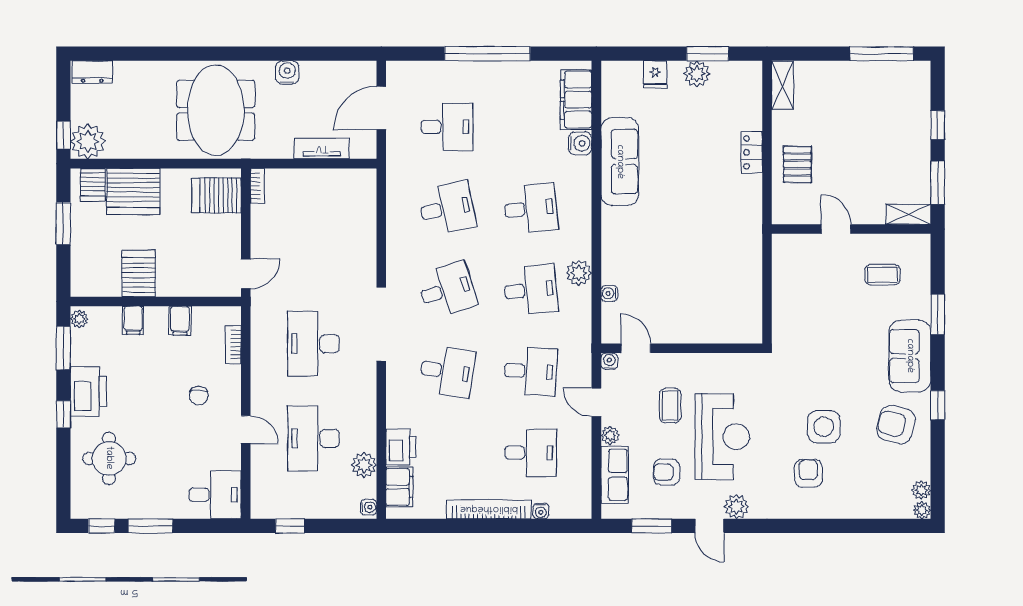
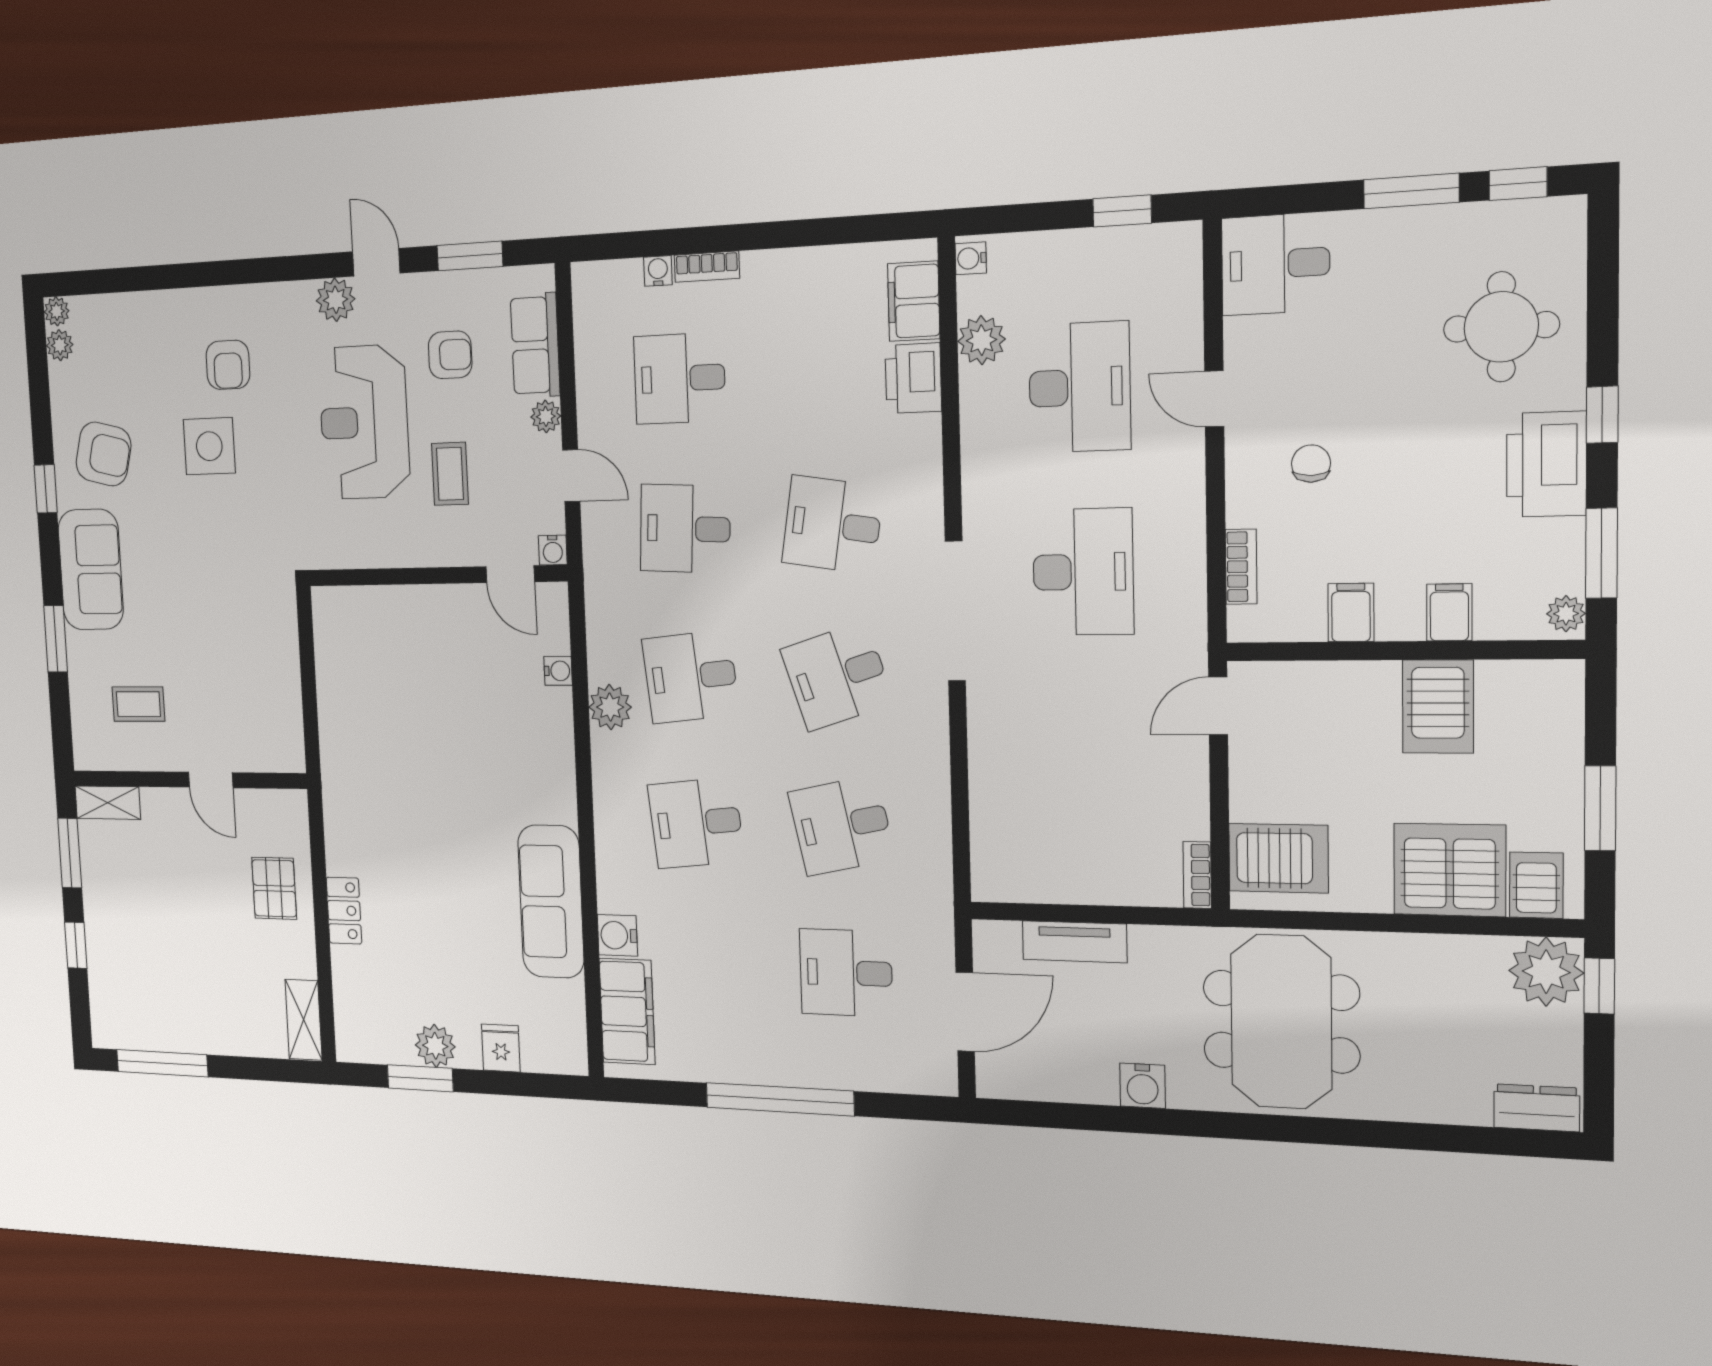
bookcase: (489, 509) -> (707, 267), width x0.43, depth x0.76

